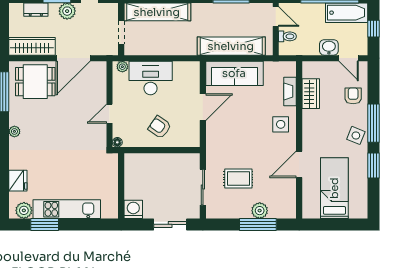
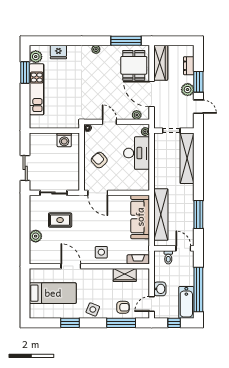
door: (276, 17) -> (183, 248), swing flipped
plant: (100, 78) -> (137, 115), added
fireplace: (290, 91) -> (138, 259), moved
door: (203, 107) -> (98, 193), moved
window: (374, 123) -> (121, 323), moved
armchair: (160, 127) -> (99, 160), turned -78
rug: (238, 178) -> (60, 220), turned 90
washing machine: (133, 209) -> (64, 140), moved, turned 90
window: (258, 224) -> (25, 235), removed

